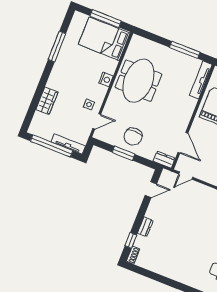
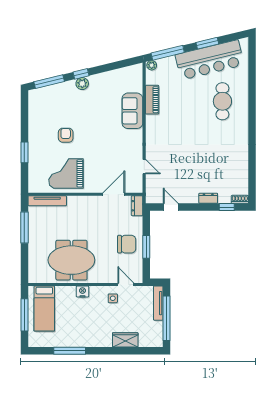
bed: (104, 39) -> (44, 309), width x0.67
door: (186, 176) -> (144, 167), moved

